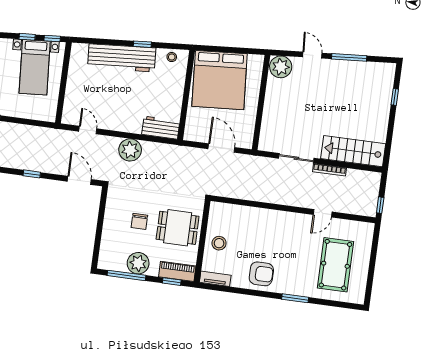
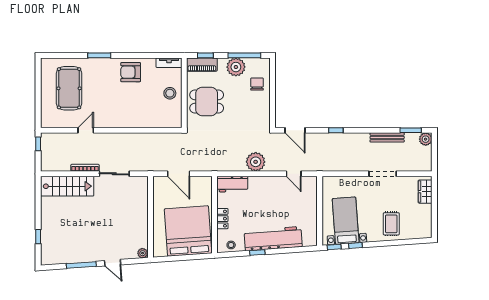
plant: (281, 67) -> (143, 253), width x0.53, depth x0.53
locker: (178, 89) -> (222, 219), added
chair: (139, 221) -> (257, 84), moved

